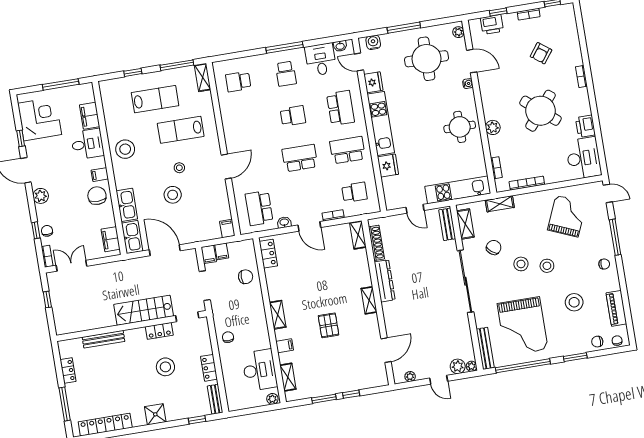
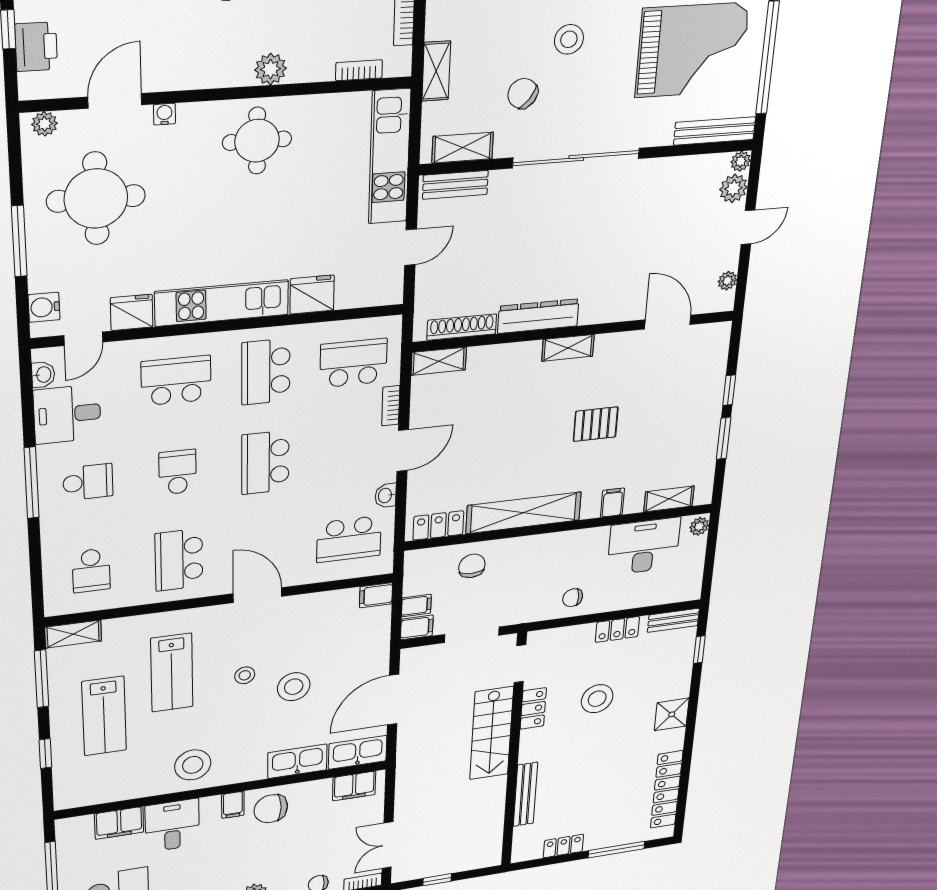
lab bench: (155, 99) -> (104, 716), turned 180
school desk: (245, 124) -> (179, 560), added
school desk: (354, 192) -> (354, 363), width x1.85
shelving: (278, 315) -> (524, 513), width x2.20, depth x1.33

